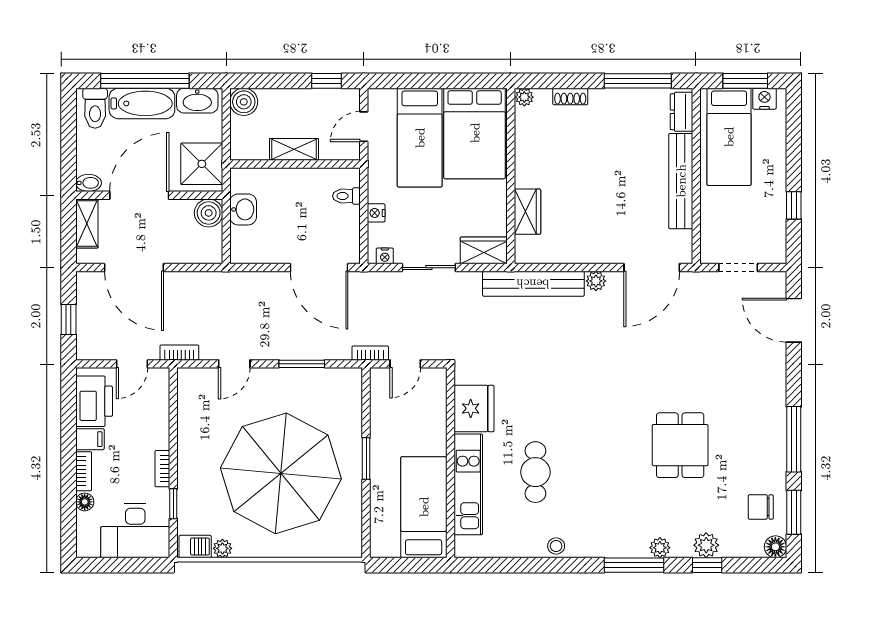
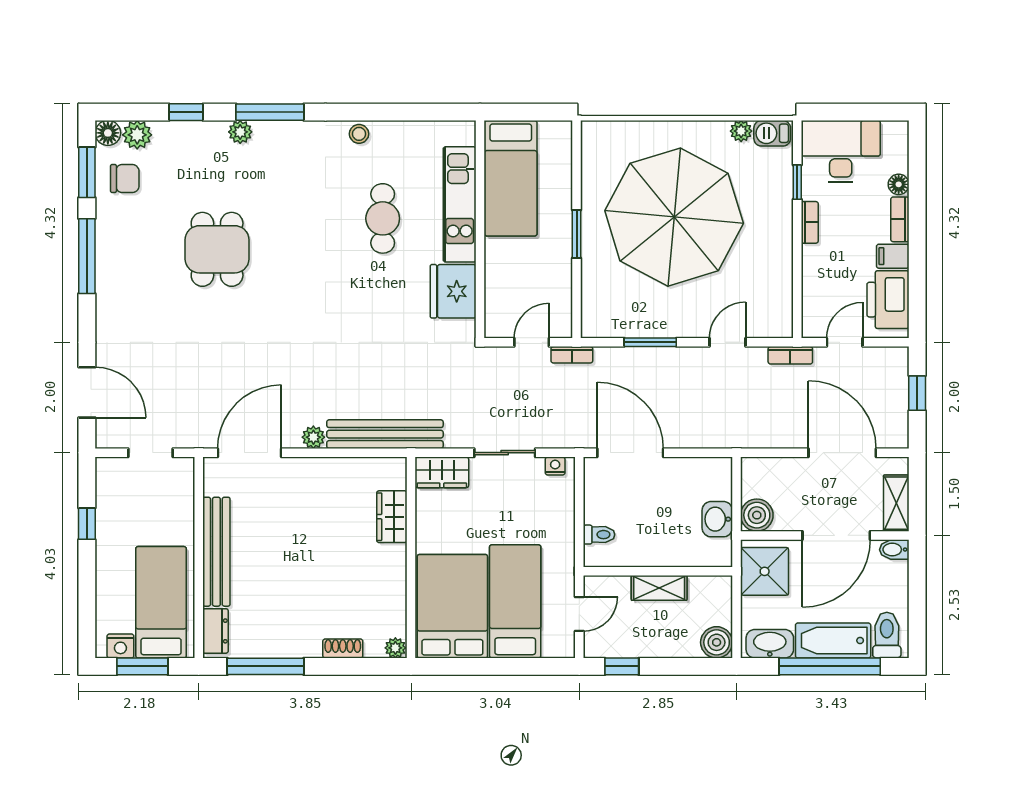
nightstand: (376, 213) -> (565, 515), removed
plant: (706, 545) -> (137, 135), moved

